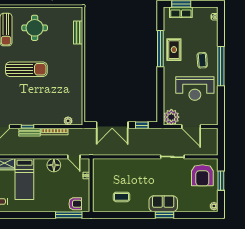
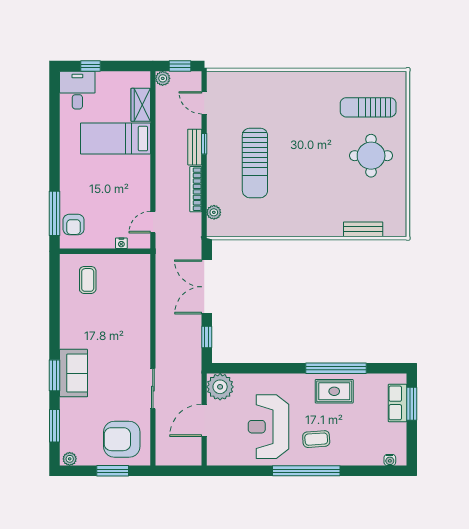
sun lounger: (26, 69) -> (255, 163), moved
floor lamp: (54, 165) -> (139, 188), removed
coffee table: (122, 197) -> (88, 280), moved
window: (194, 215) -> (55, 426), added

